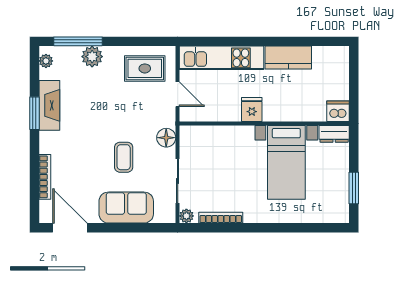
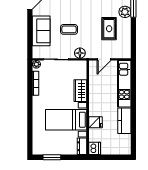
rug: (145, 68) -> (109, 29), moved
fridge: (252, 110) -> (95, 122), moved
wardrobe: (234, 137) -> (80, 91), added

